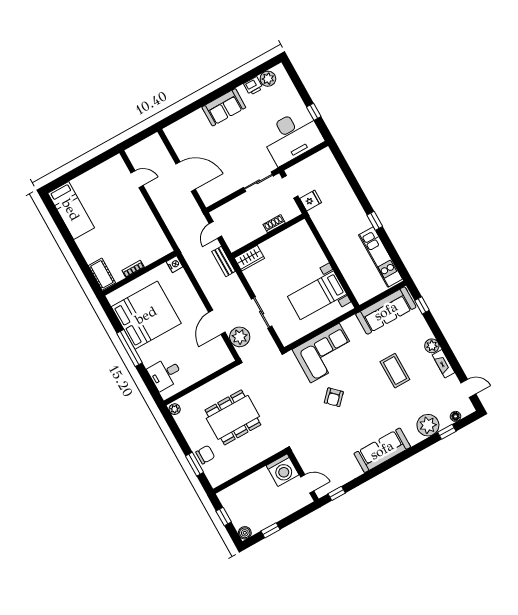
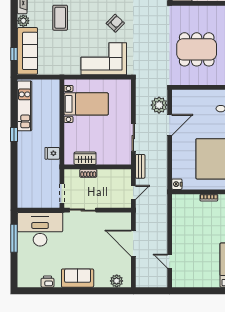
plant: (268, 79) -> (117, 281), moved
window: (314, 112) -> (14, 238), width x2.17
fridge: (311, 200) -> (52, 153), moved
wardrobe: (249, 258) -> (85, 158), moved
sofa: (386, 311) -> (27, 51), moved, turned 90
sliding door: (262, 313) -> (133, 137), moved

